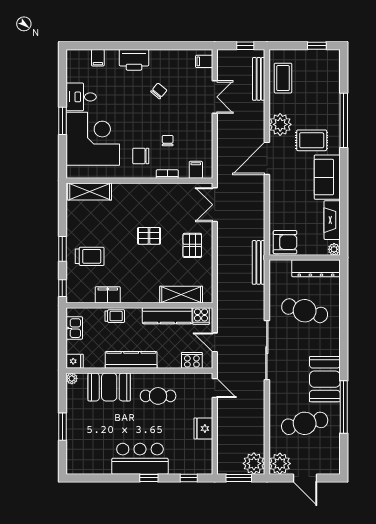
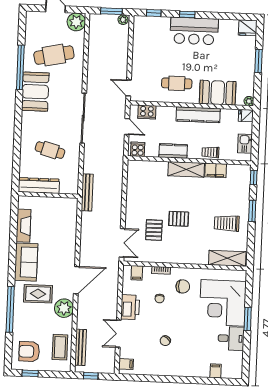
printer: (134, 60) -> (130, 307), moved, turned 90
armchair: (285, 242) -> (29, 351), moved
pallet: (192, 245) -> (154, 230), moved
plant: (334, 249) -> (23, 201), removed
trolley: (90, 256) -> (227, 223), moved
shelving: (181, 295) -> (186, 169), moved
cafe table: (305, 311) -> (50, 150), width x0.73, depth x0.74
kitchen counter: (167, 316) -> (173, 151), width x0.67
fridge: (203, 428) -> (248, 28), moved, turned 90
plant: (254, 463) -> (123, 20), moved, width x0.53, depth x0.53

